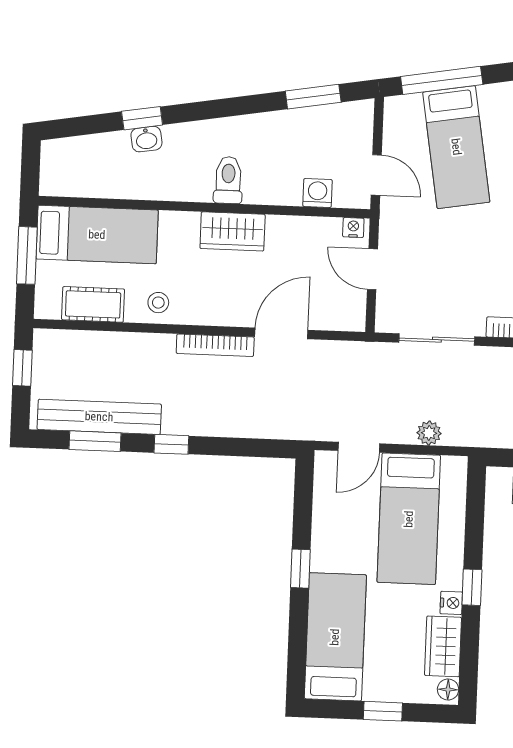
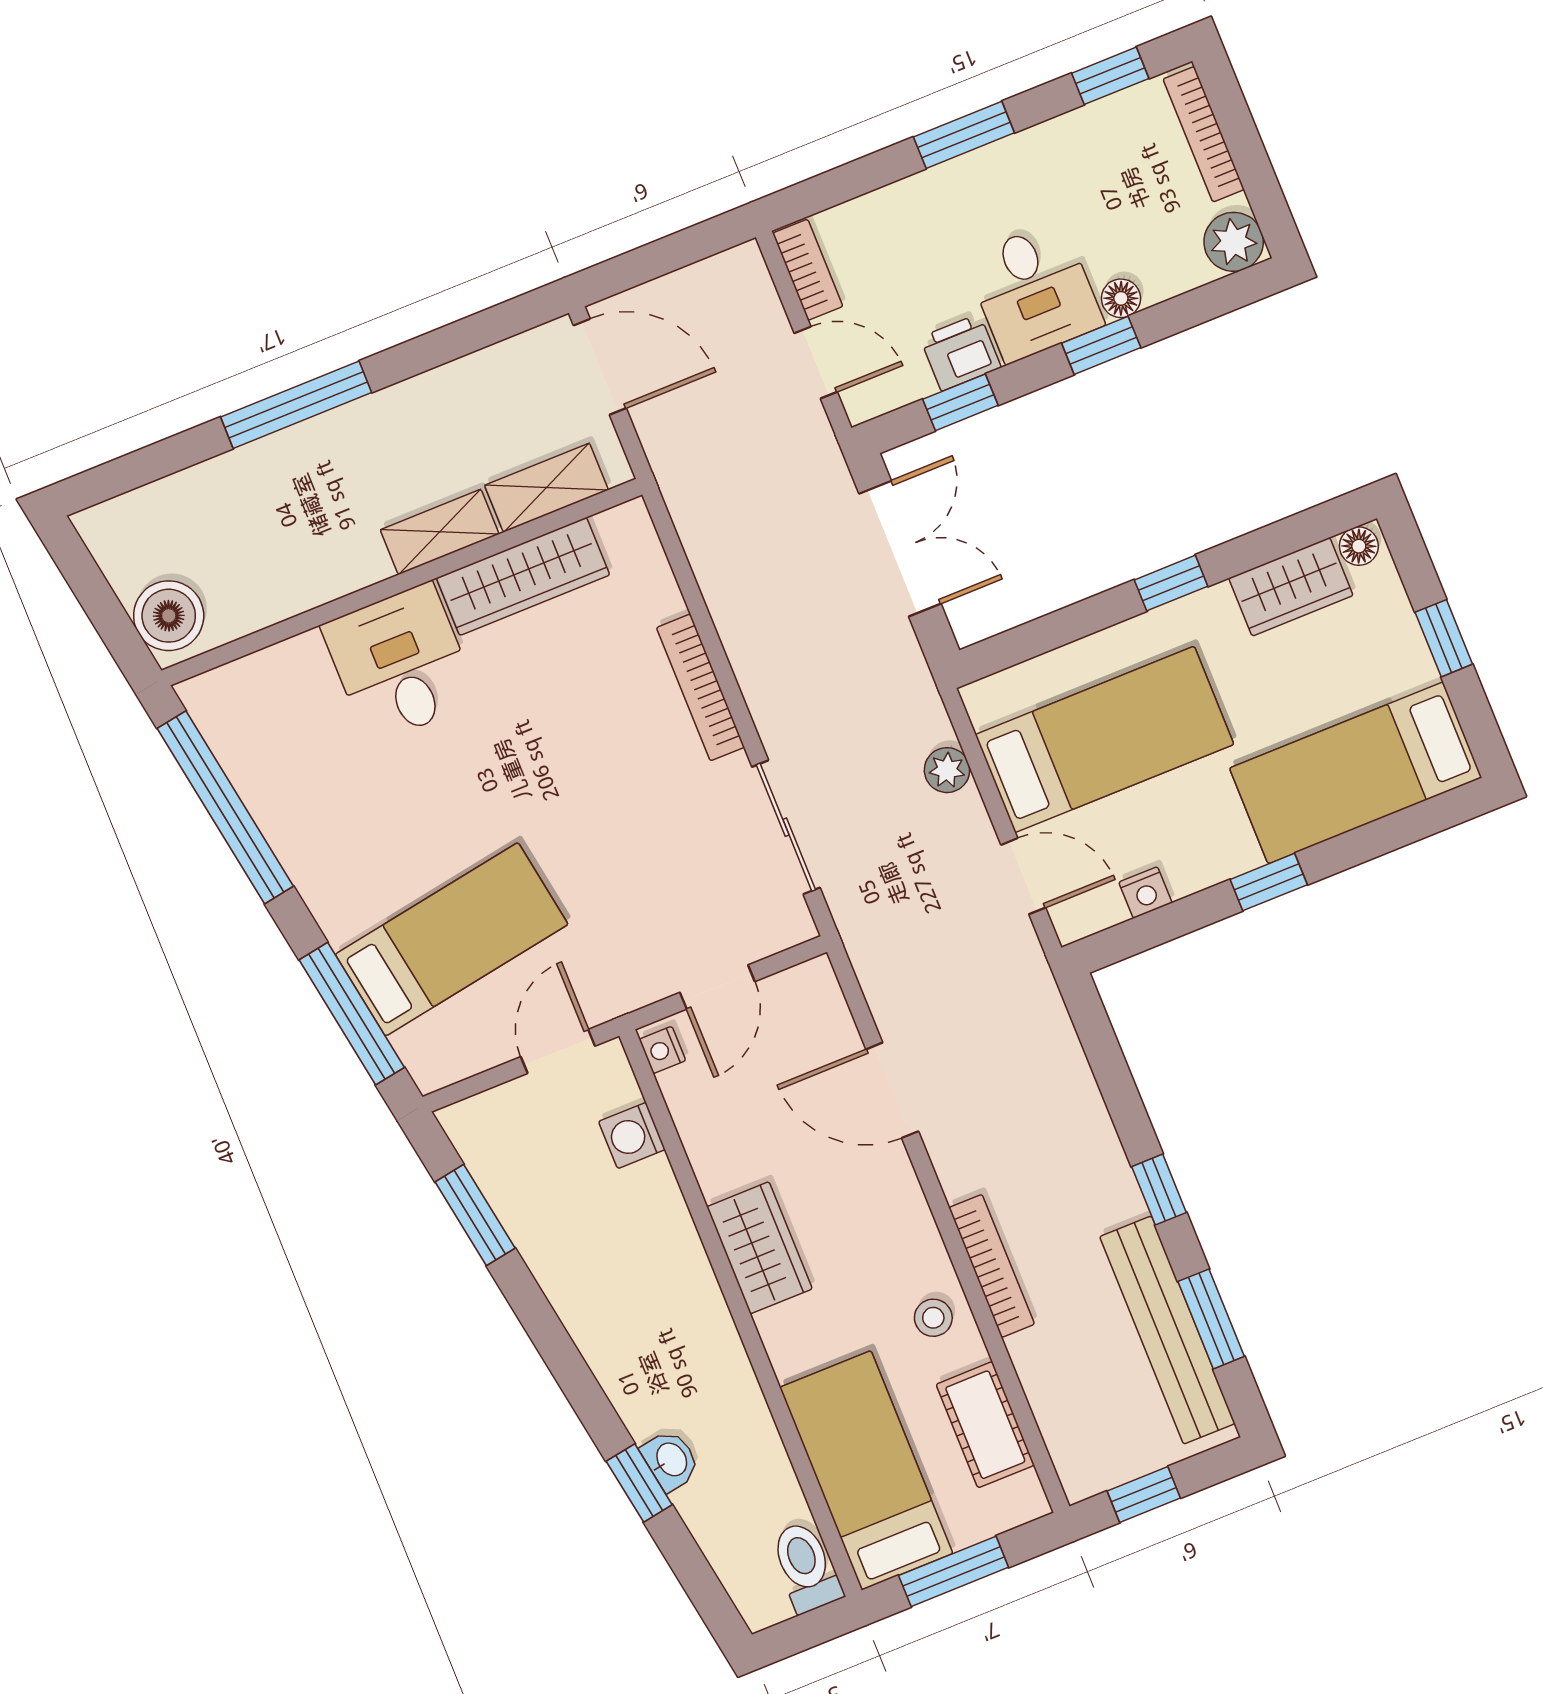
toilet: (228, 180) -> (806, 1567), moved, turned 90
bookcase: (215, 345) -> (992, 1266), moved
nightstand: (451, 603) -> (1145, 892), moved, turned 180

